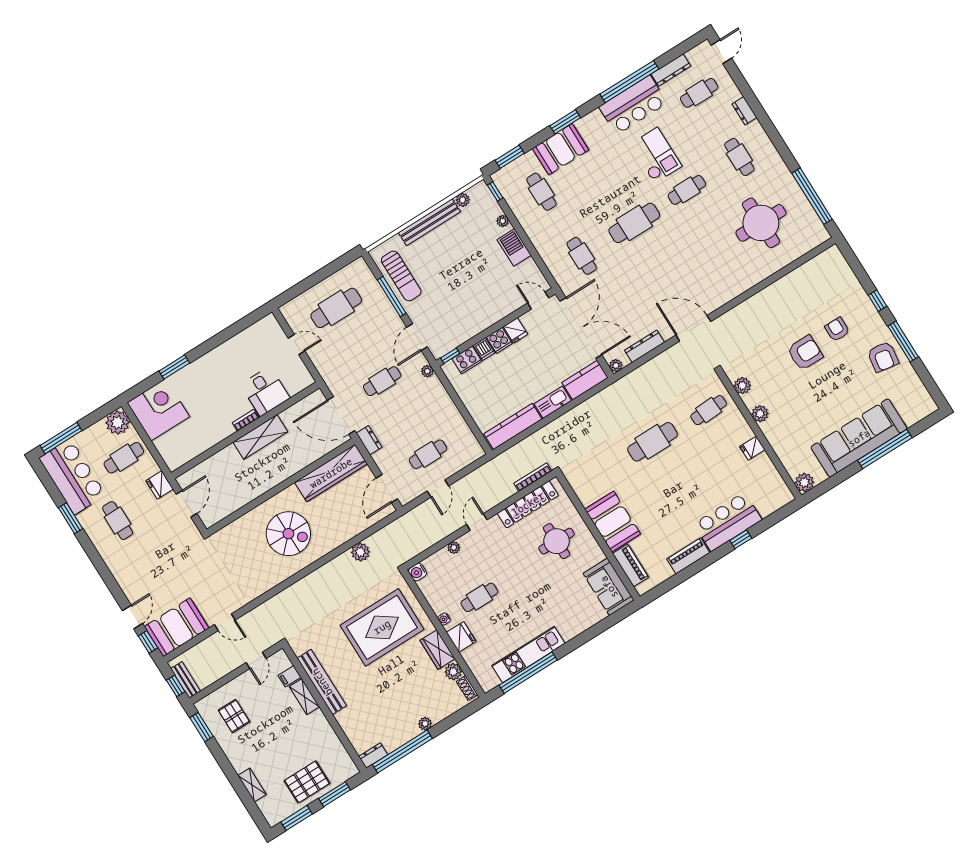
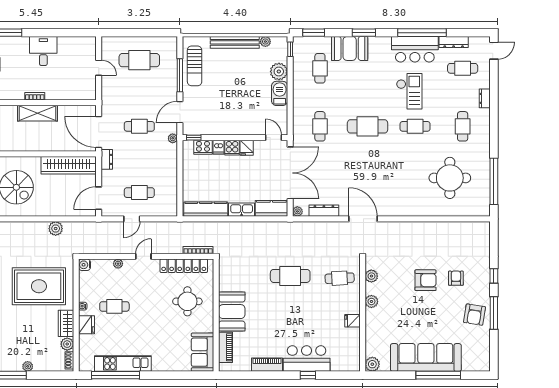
plant: (503, 221) -> (279, 71), width x1.88, depth x1.88
desk: (265, 391) -> (43, 51), moved, turned 180

